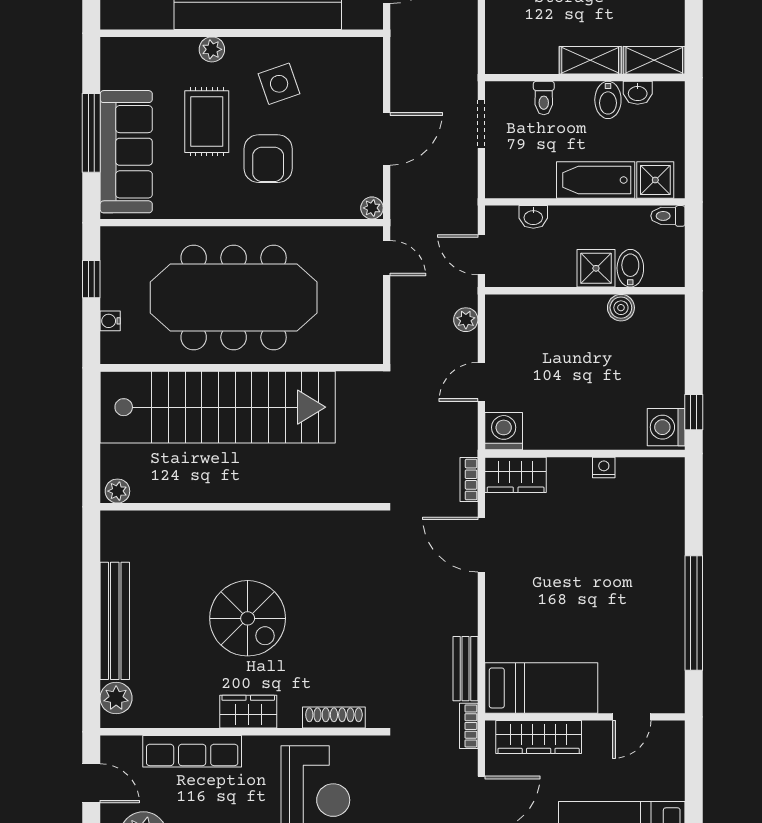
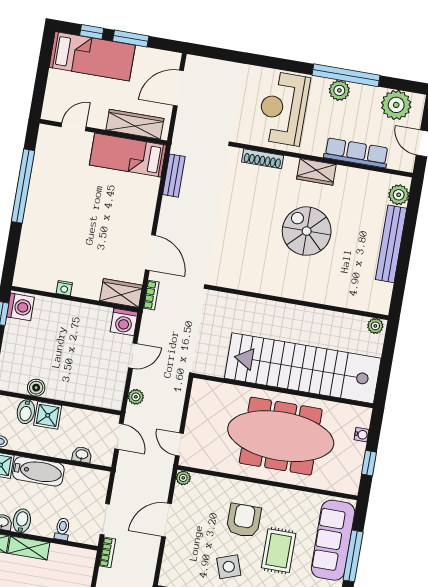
bookcase: (469, 726) -> (107, 552), moved

